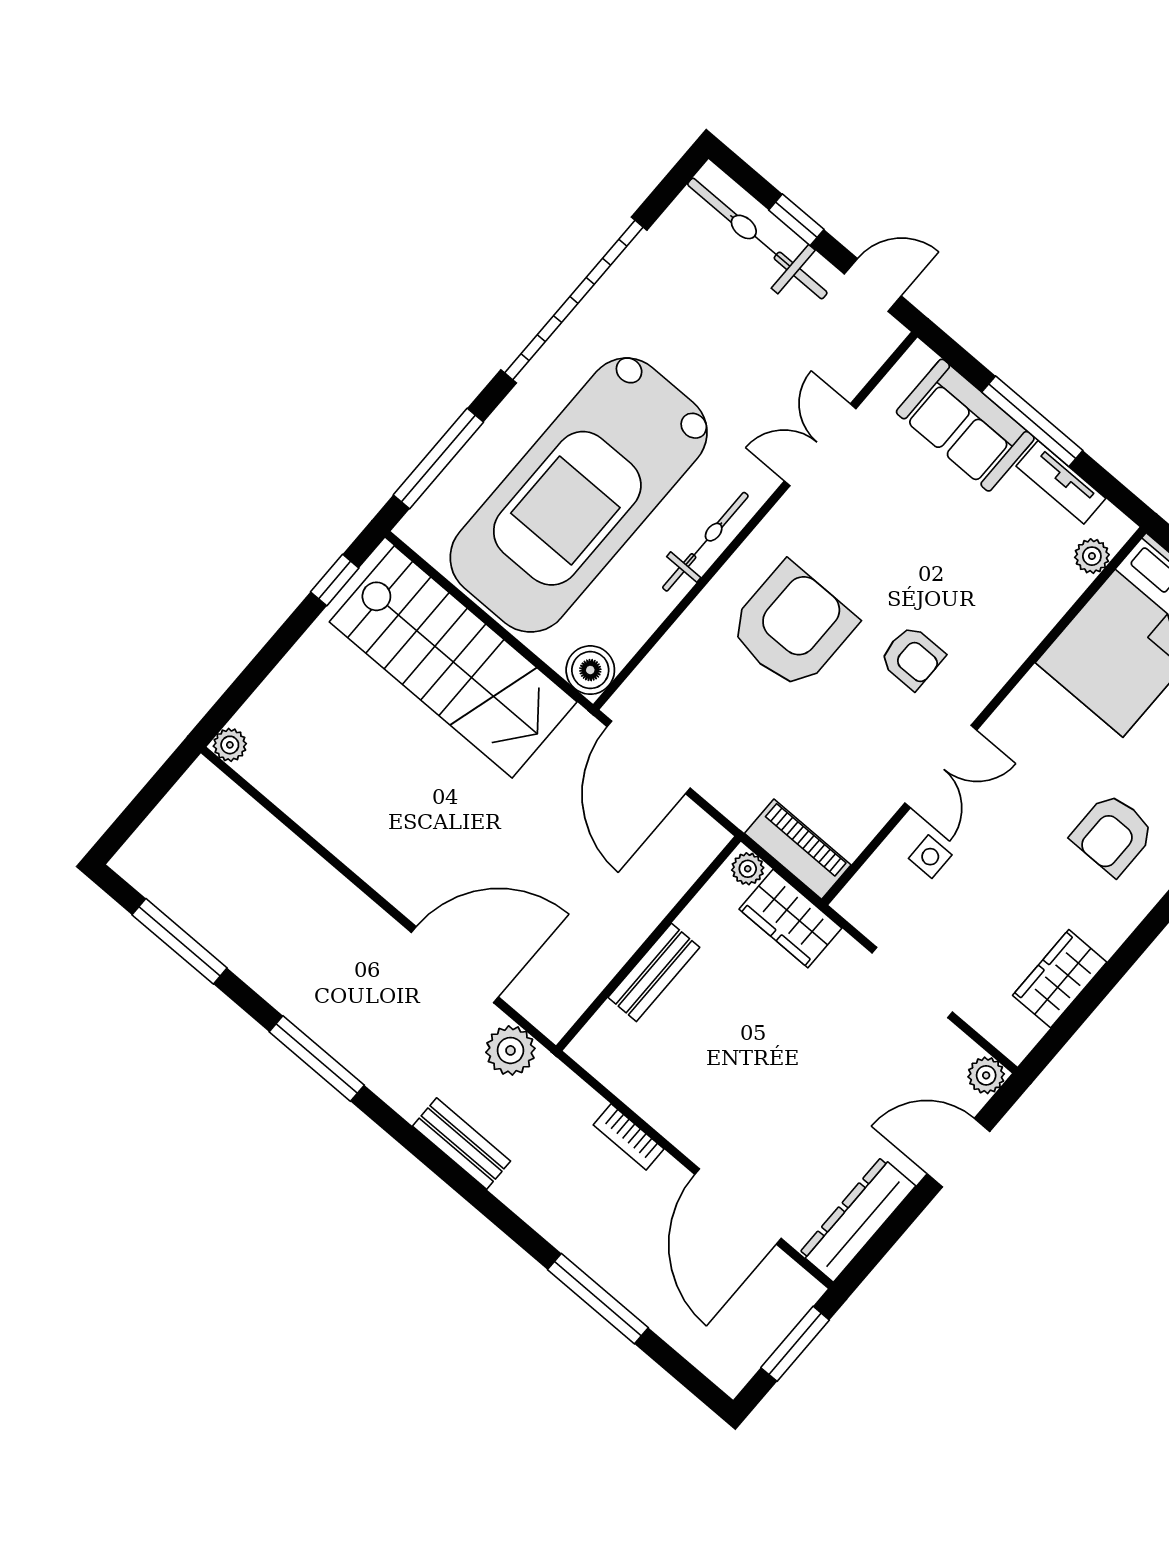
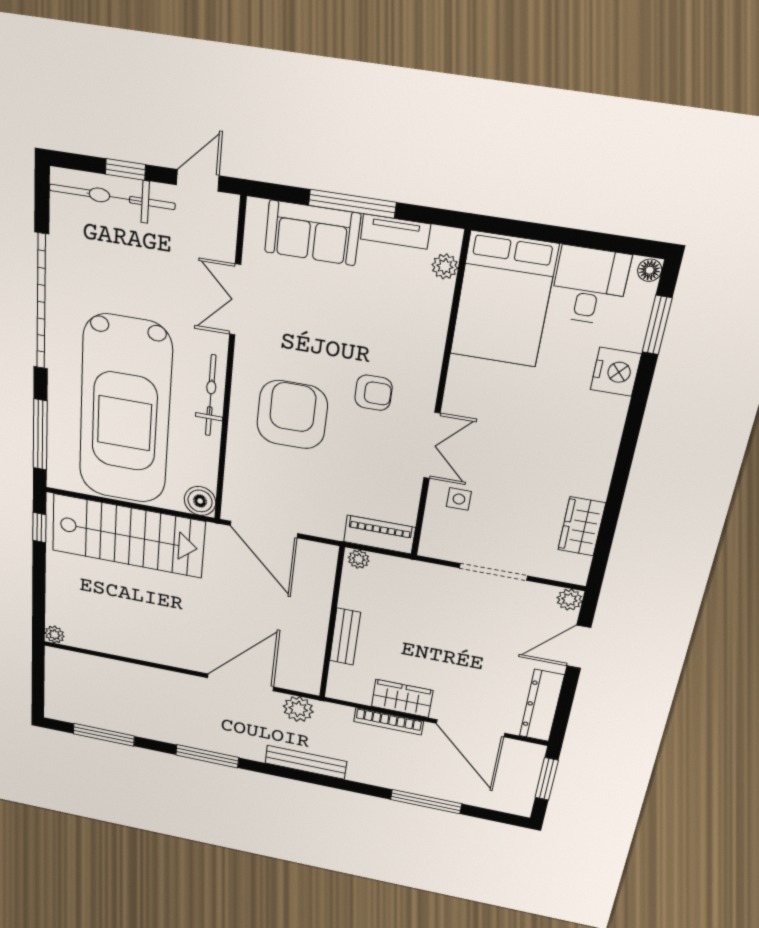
armchair: (1113, 834) -> (564, 428), removed
wardrobe: (790, 919) -> (402, 698), moved, turned 180
bookcase: (629, 1137) -> (389, 721), width x1.56
bench: (462, 1144) -> (306, 762), width x1.36

